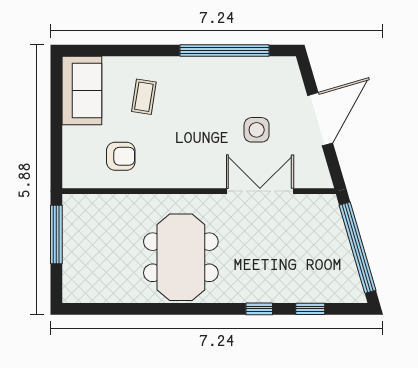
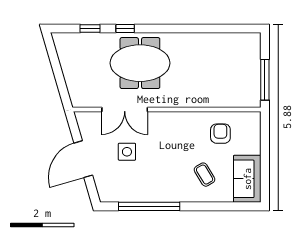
coffee table: (144, 97) -> (205, 175), turned -40
armchair: (121, 156) -> (220, 134), turned 90
window: (358, 248) -> (57, 71), removed
meeting table: (181, 257) -> (140, 63), moved, turned 90

